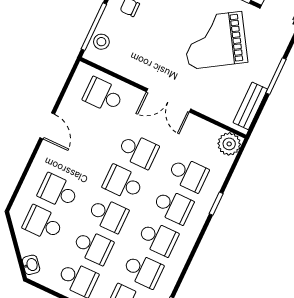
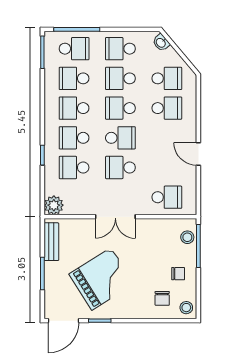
double door: (169, 100) -> (115, 217), swing flipped

